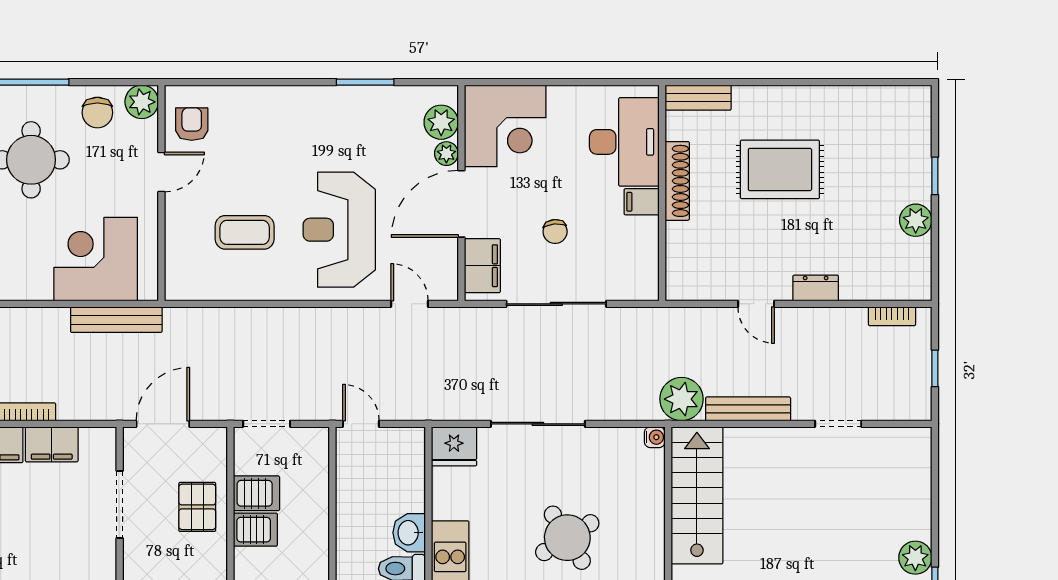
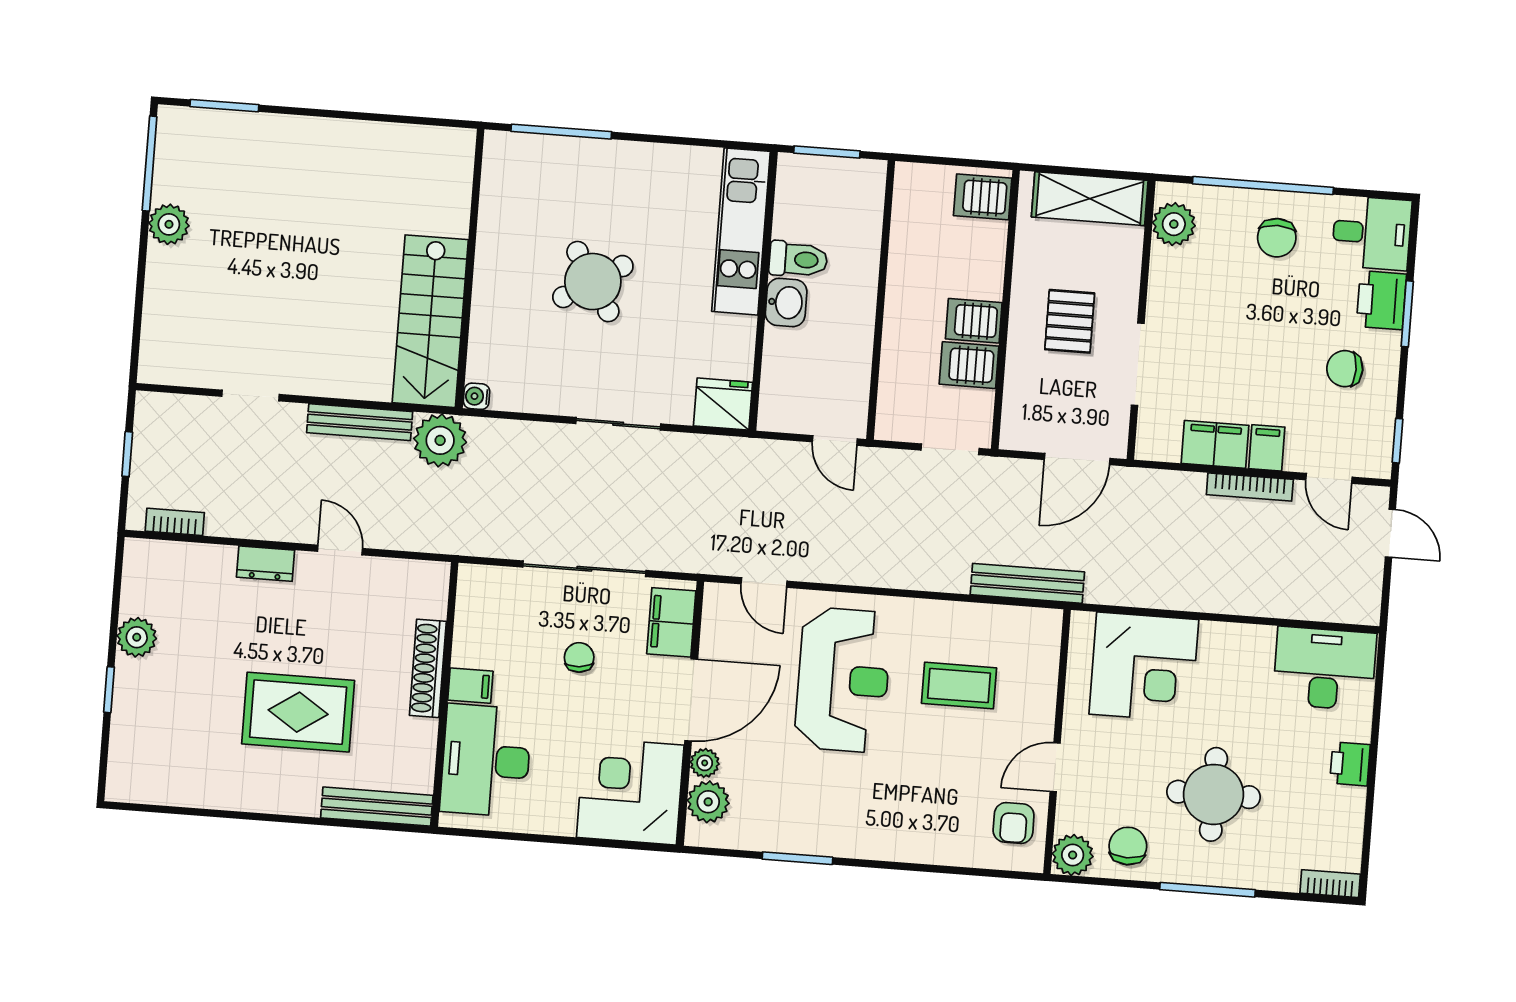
bench: (698, 98) -> (377, 807), width x1.36
shoe rack: (677, 181) -> (428, 668), moved
bench: (116, 320) -> (1027, 583), moved
sliding door: (538, 424) -> (618, 424), width x0.73
pallet: (197, 507) -> (1070, 321), moved

